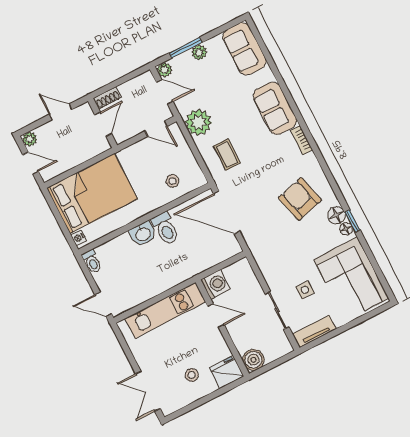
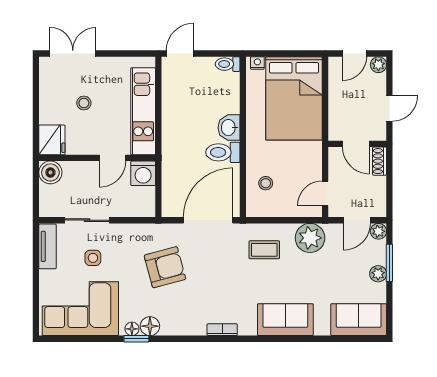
bookcase: (302, 140) -> (222, 330), moved
armchair: (300, 199) -> (165, 267), moved
stool: (192, 375) -> (84, 103), moved

